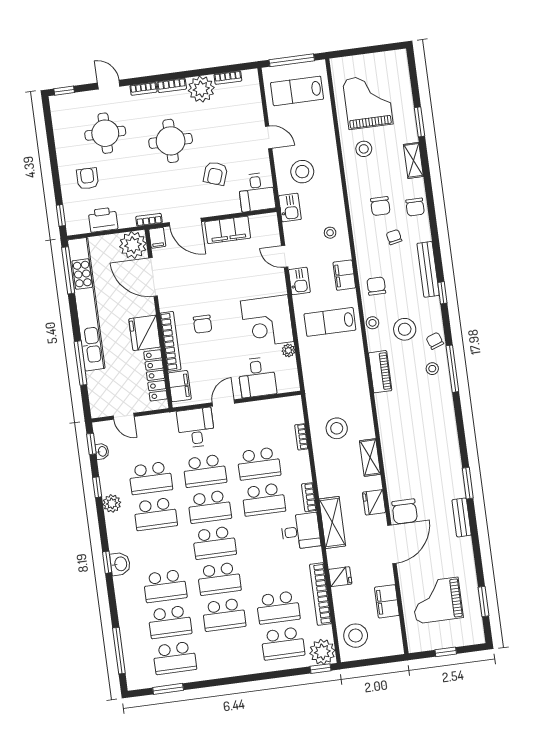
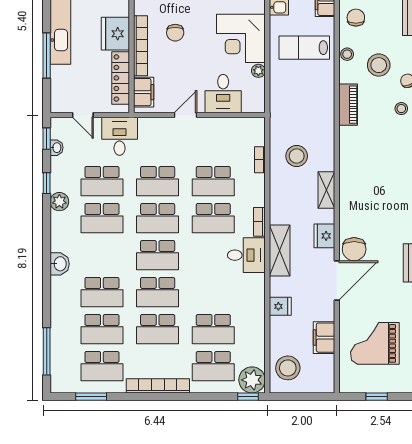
desk: (196, 428) -> (120, 136), moved
window: (107, 562) -> (47, 260), removed
bookcase: (320, 594) -> (158, 386), moved, turned 90

